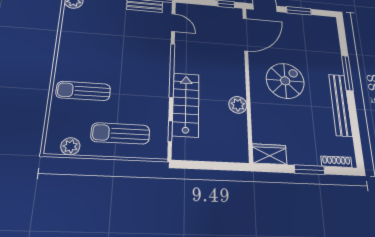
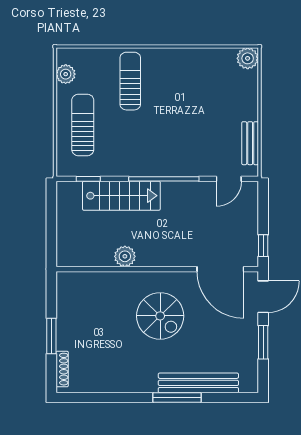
bench: (340, 105) -> (198, 383), moved
wardrobe: (270, 154) -> (67, 291), removed

